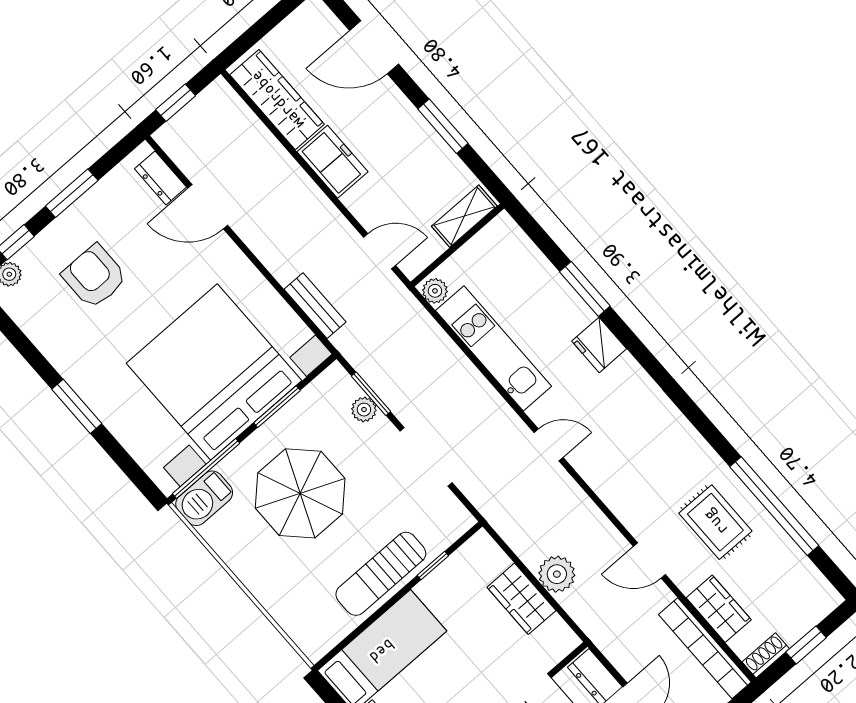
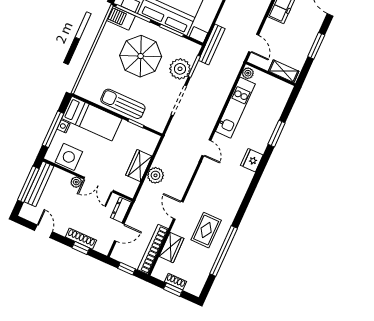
bench: (315, 306) -> (212, 44), moved, width x1.36
fridge: (599, 345) -> (252, 160), moved
plant: (364, 410) -> (180, 69), width x1.88, depth x1.88
shoe rack: (766, 655) -> (176, 282), moved

